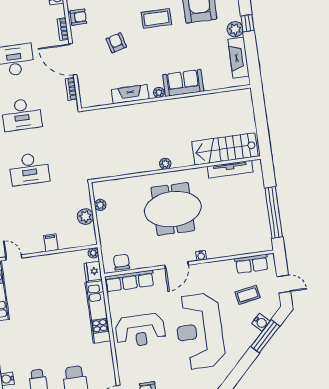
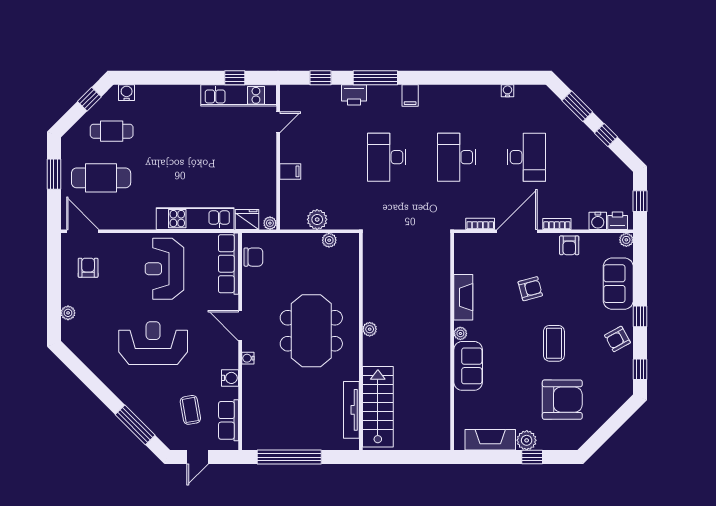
water cooler: (261, 322) -> (230, 378), moved, turned -135
reception desk: (200, 331) -> (153, 343), width x0.74, depth x0.77

